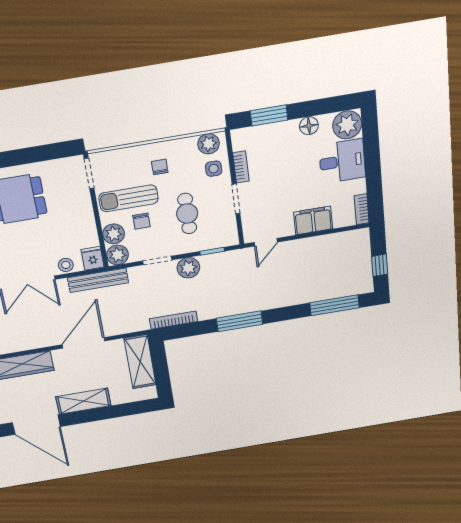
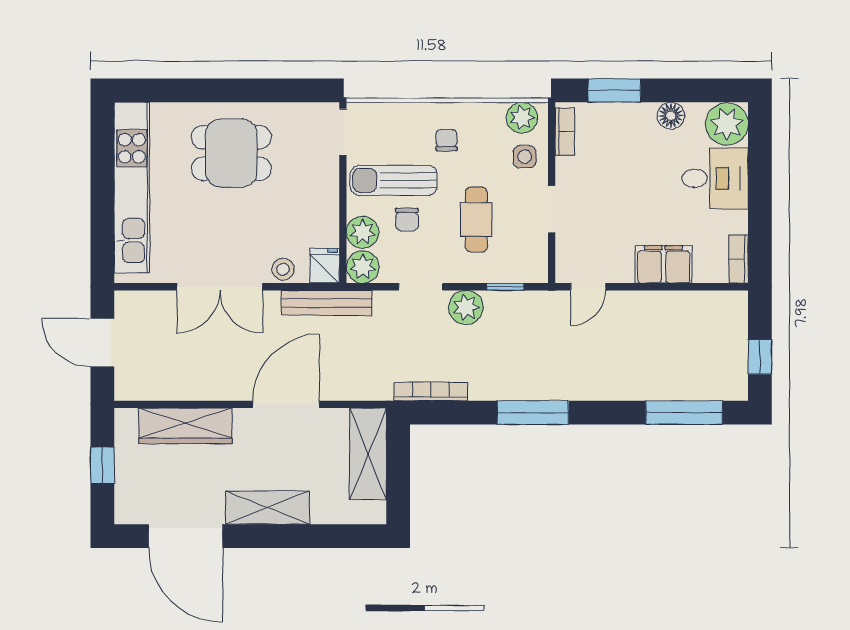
bookcase: (241, 167) -> (565, 132), moved

